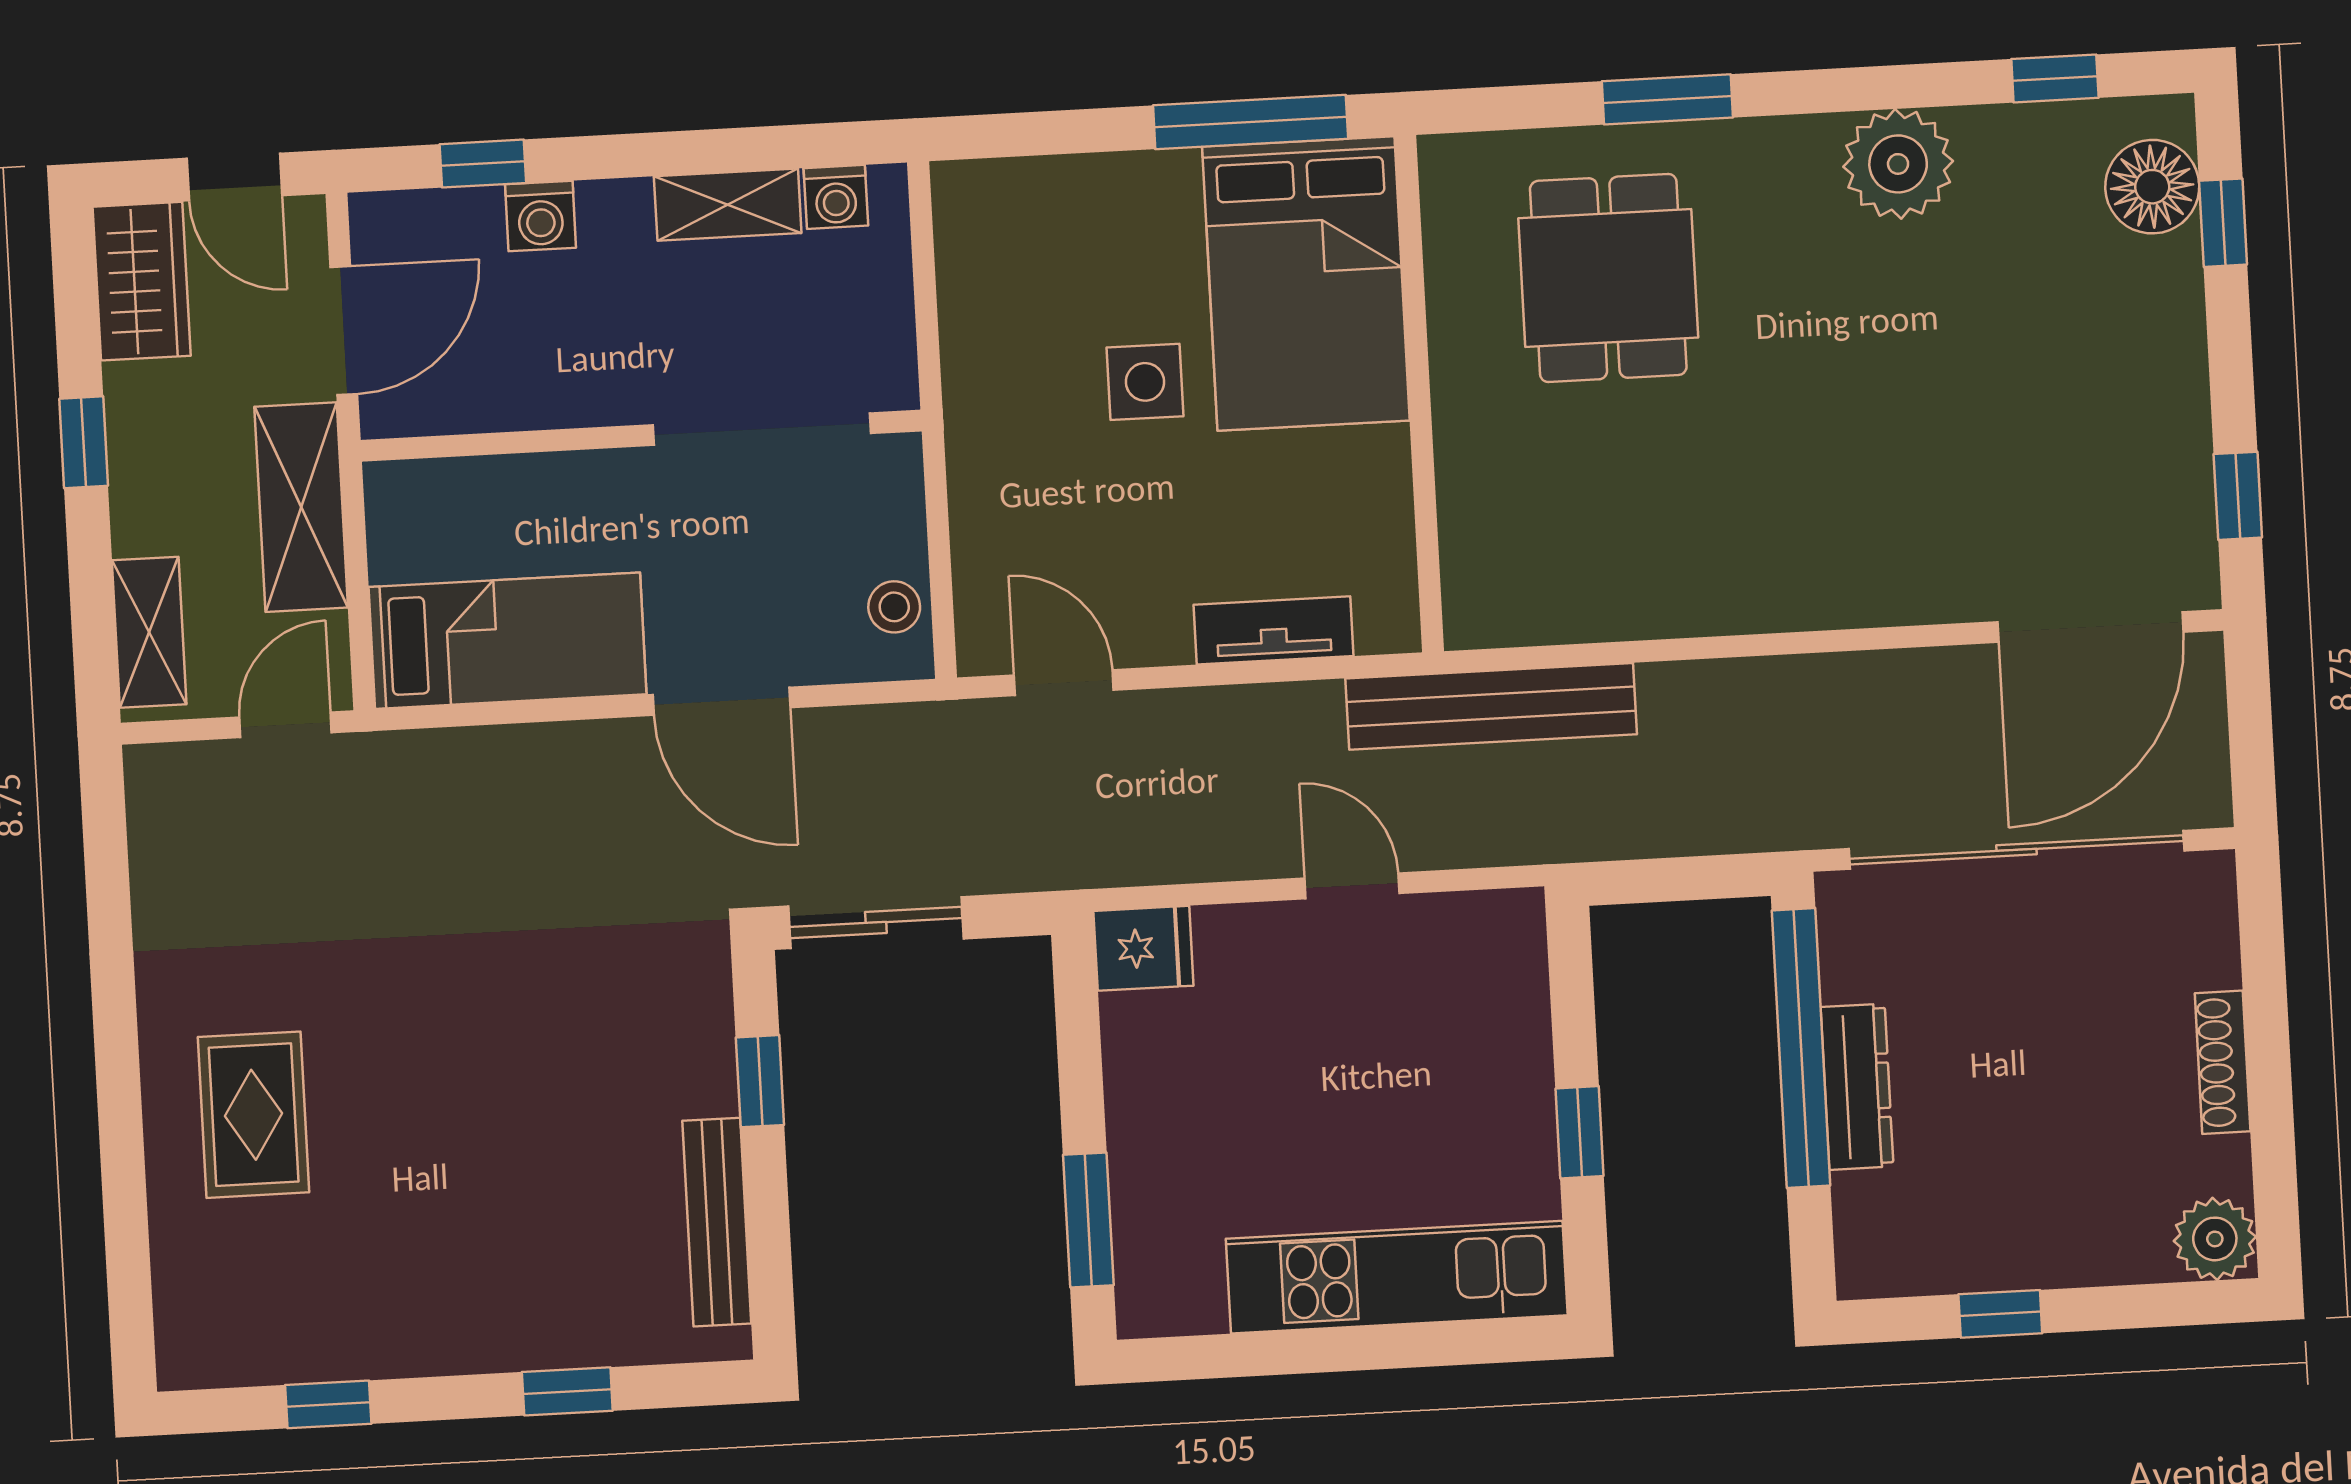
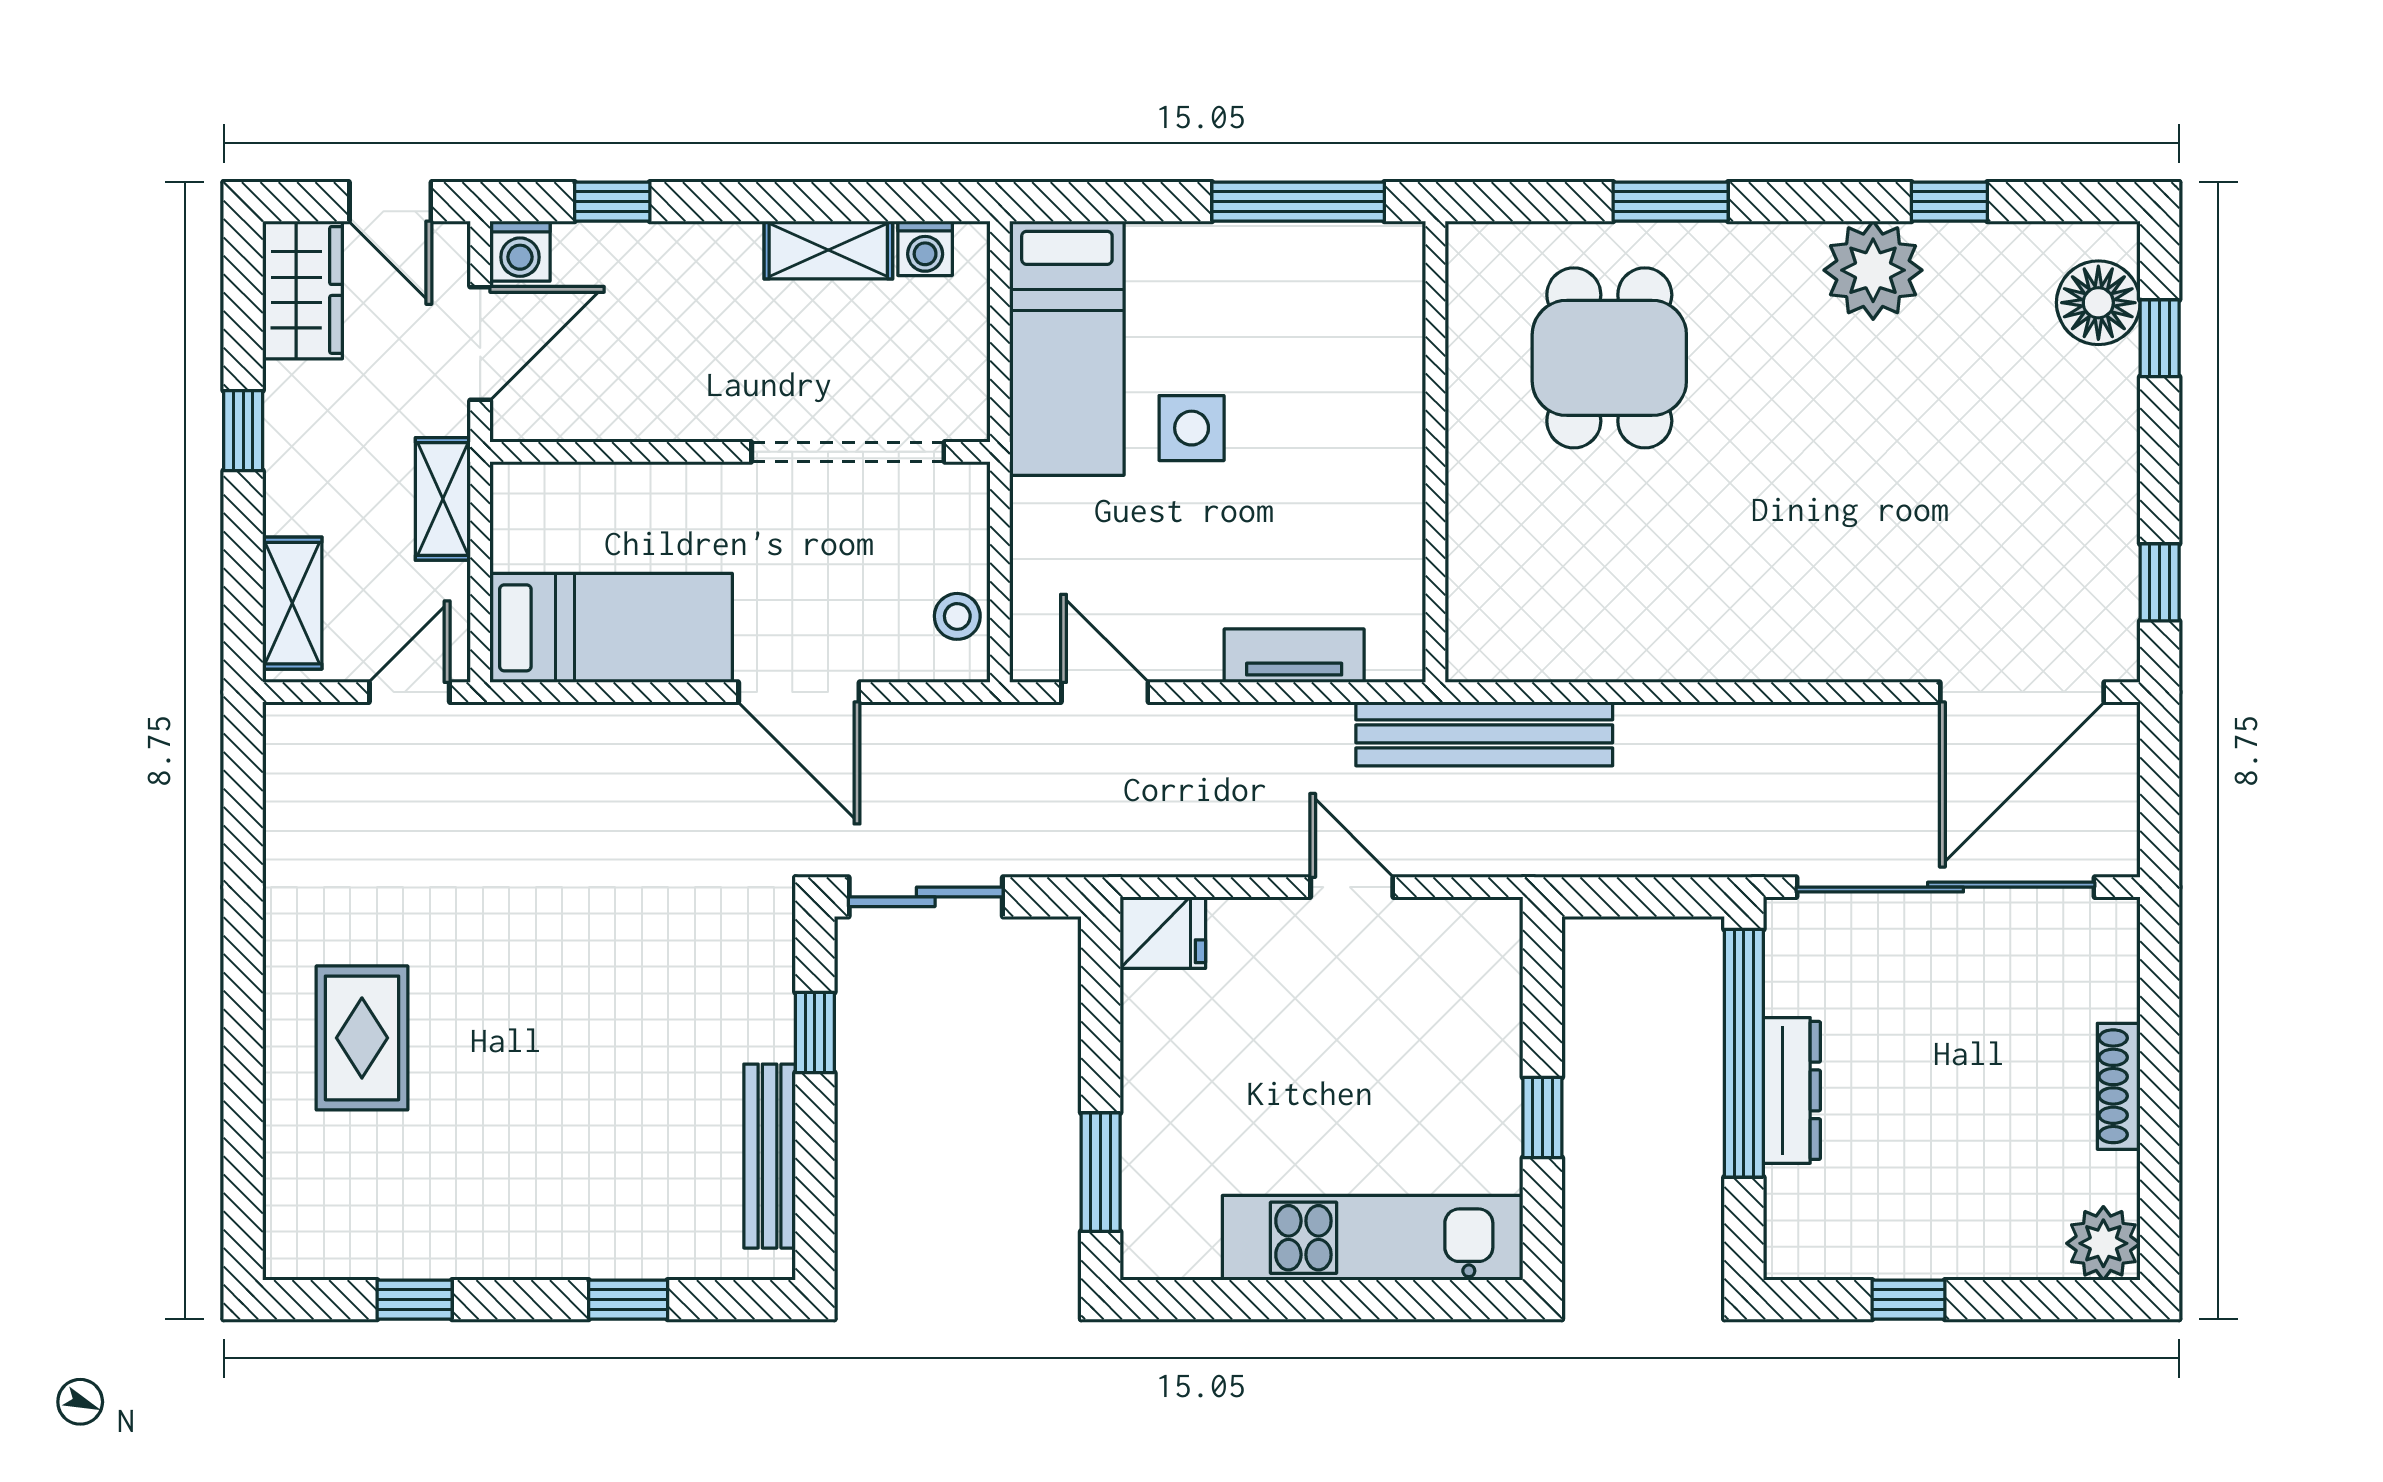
window: (2055, 78) -> (1949, 202), moved
washing machine: (541, 216) -> (520, 251), moved
bed: (1306, 284) -> (1067, 348), moved, width x0.67
shelving: (301, 507) -> (443, 499), width x0.67, depth x0.75

